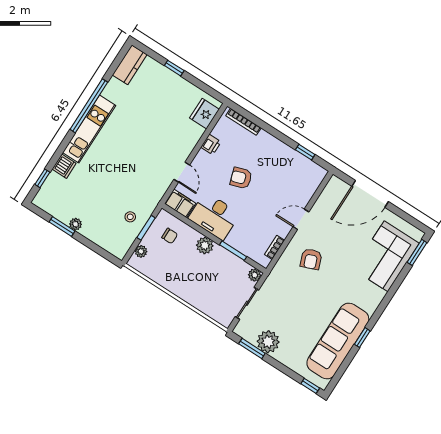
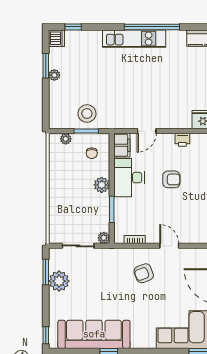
dishwasher: (64, 166) -> (56, 38), moved, turned -90
armchair: (241, 178) -> (171, 179), turned 108
stool: (130, 217) -> (87, 114), width x1.89, depth x1.89

